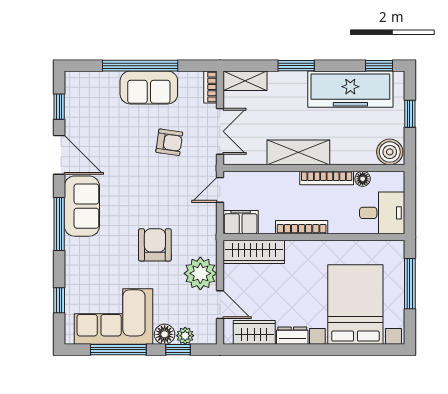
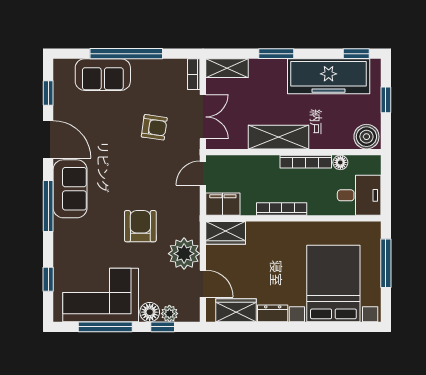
sofa: (149, 87) -> (103, 75), moved
wardrobe: (254, 252) -> (226, 233), width x0.67

